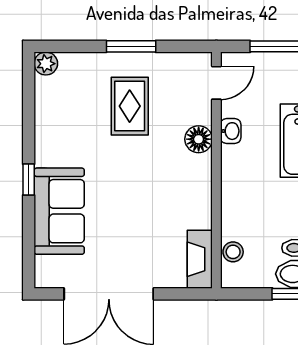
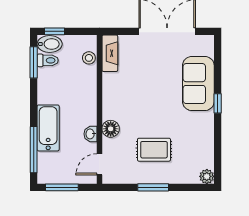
rug: (130, 106) -> (154, 150), turned 90

